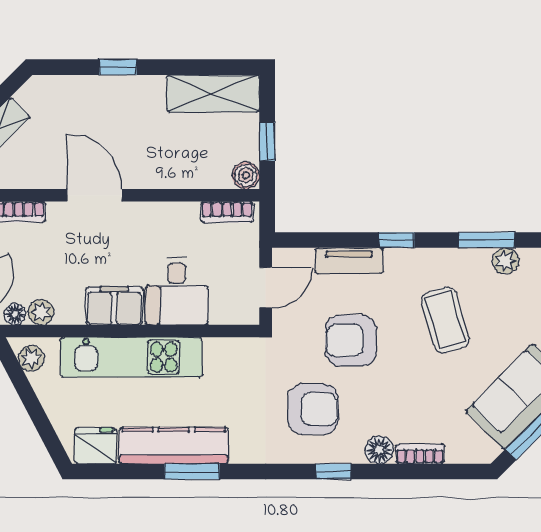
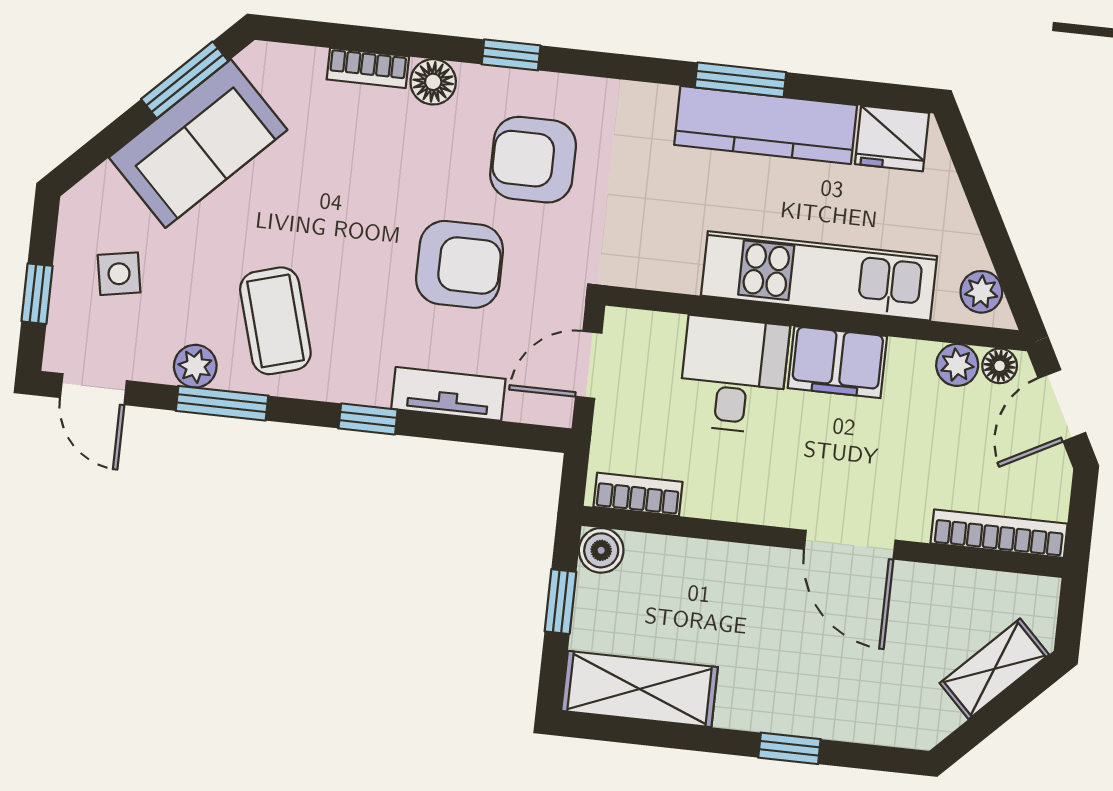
coffee table: (445, 320) -> (275, 321), moved

